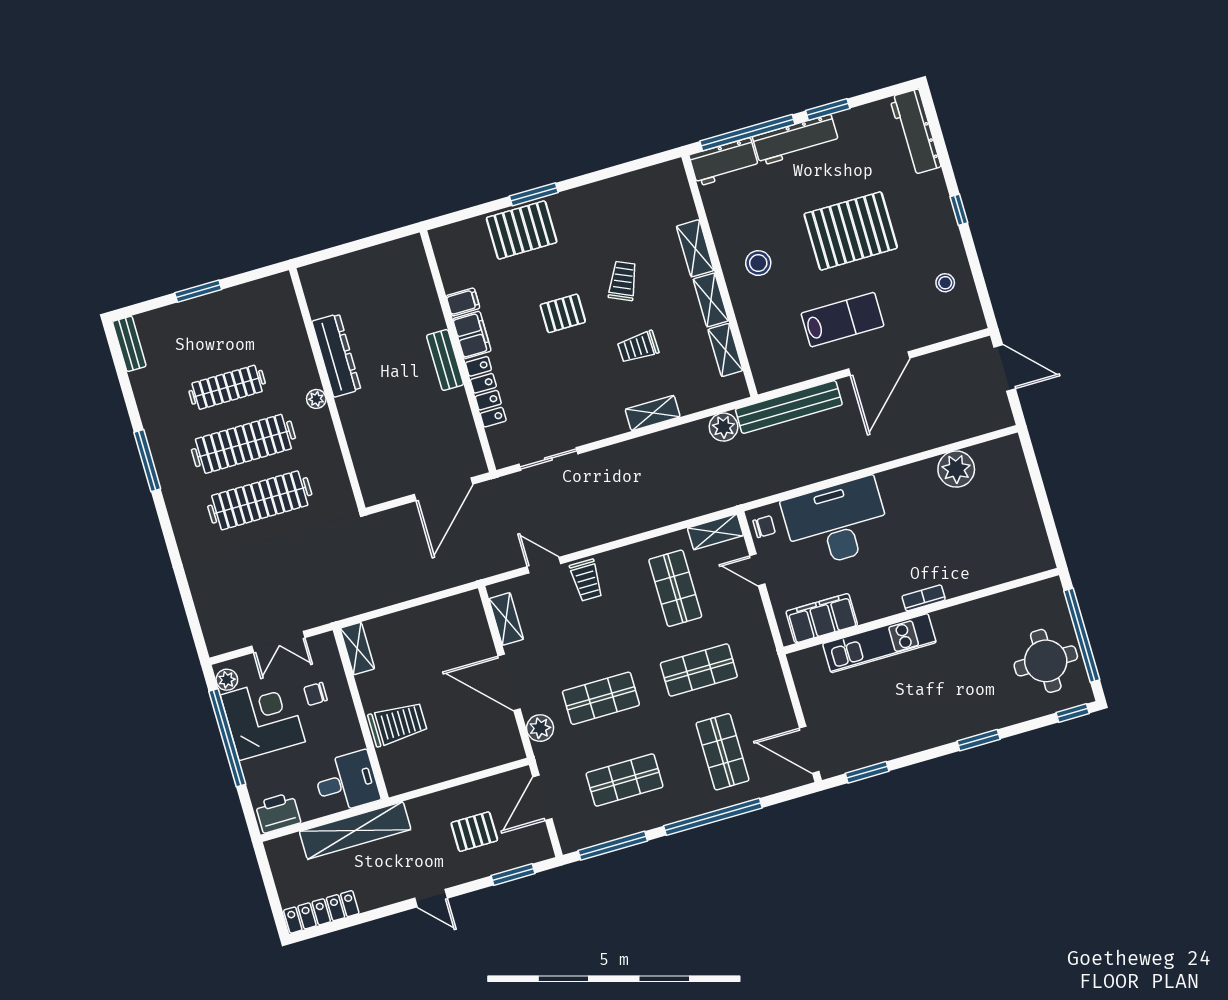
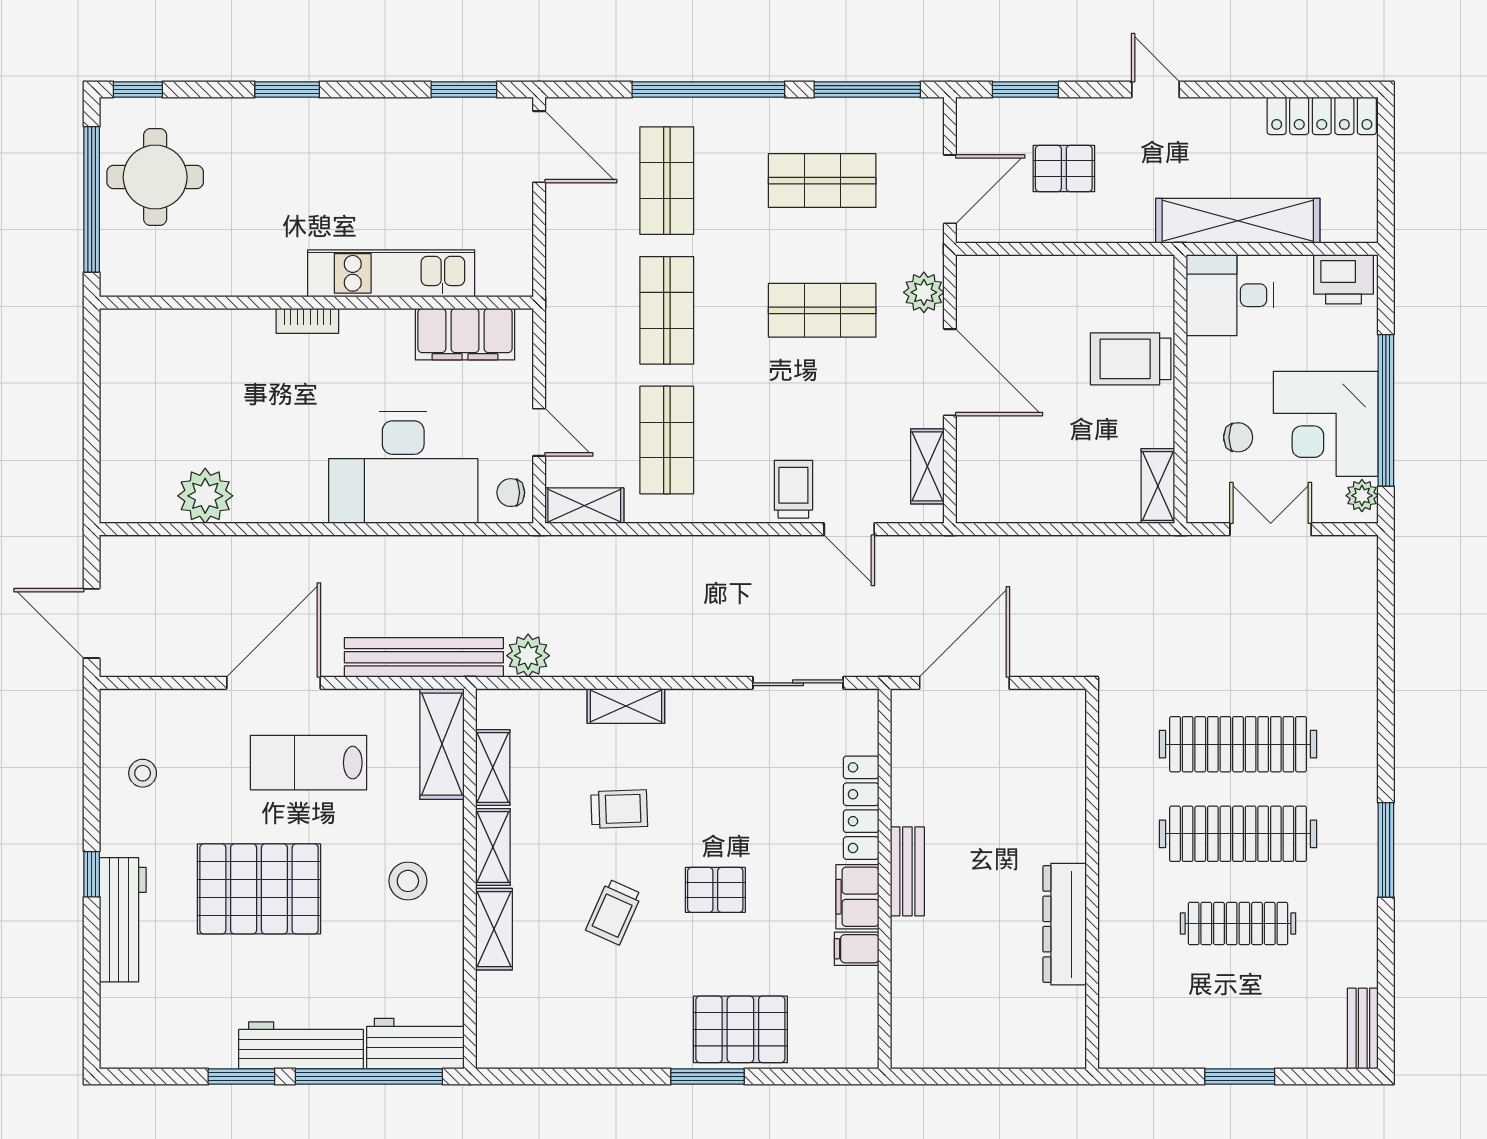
workbench: (915, 132) -> (123, 920), moved
shelving: (762, 356) -> (442, 744), added
plant: (316, 399) -> (1112, 869), removed
shop shelf: (699, 670) -> (667, 310), turned 90

